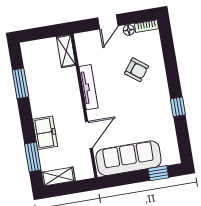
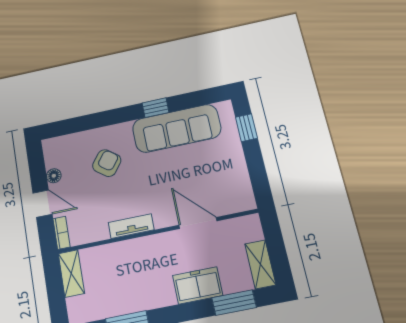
bookcase: (147, 26) -> (62, 233), moved
shelving: (66, 51) -> (71, 273), moved, turned 90
tv unit: (89, 87) -> (131, 226), width x0.71
sofa: (129, 158) -> (177, 128), moved, turned -90

